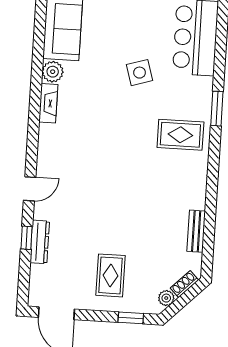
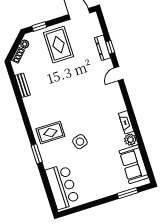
side table: (140, 73) -> (80, 142), moved
rug: (111, 275) -> (59, 45), width x1.36, depth x1.43

